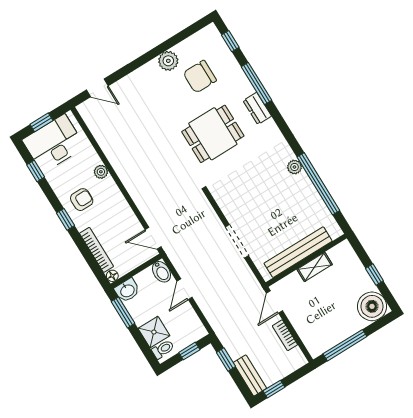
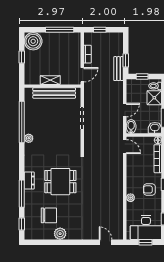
bench: (250, 375) -> (119, 69), moved
window: (274, 389) -> (100, 30), moved

